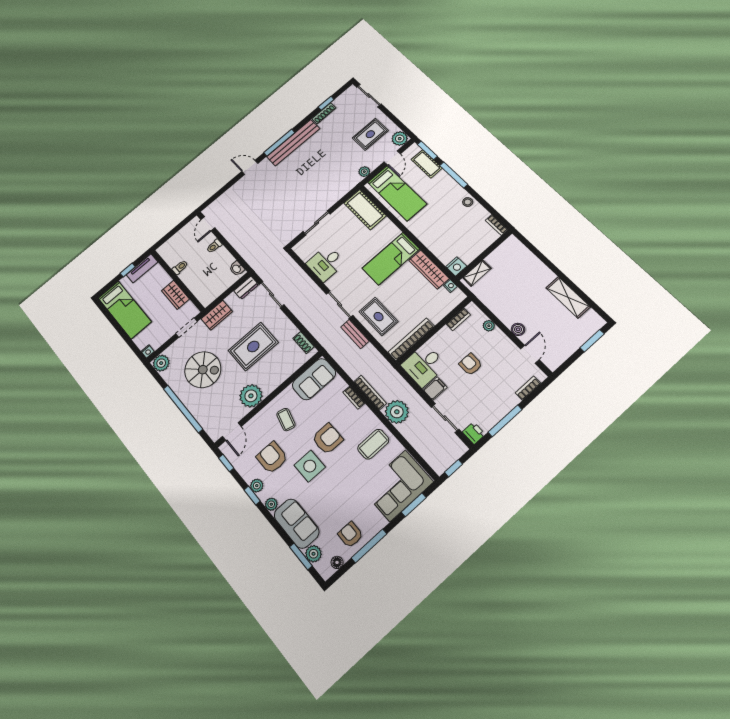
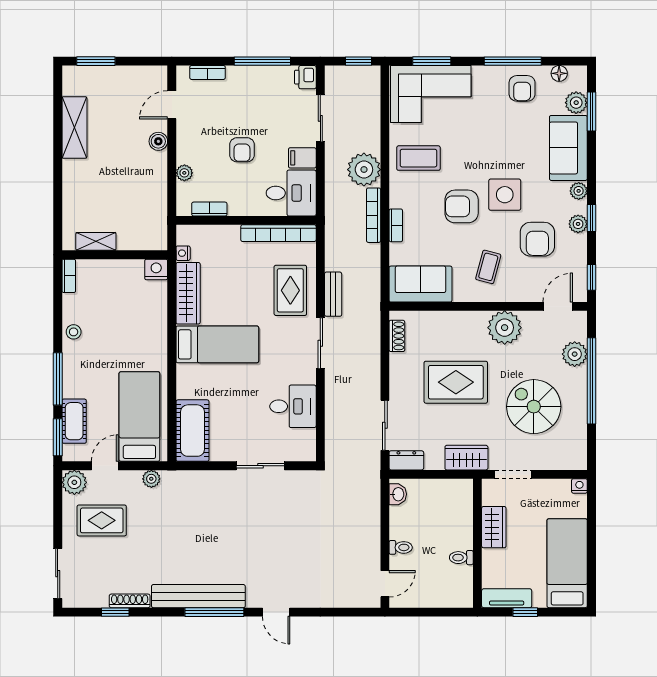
shelving: (477, 273) -> (96, 241), moved
plant: (161, 363) -> (575, 354), moved

